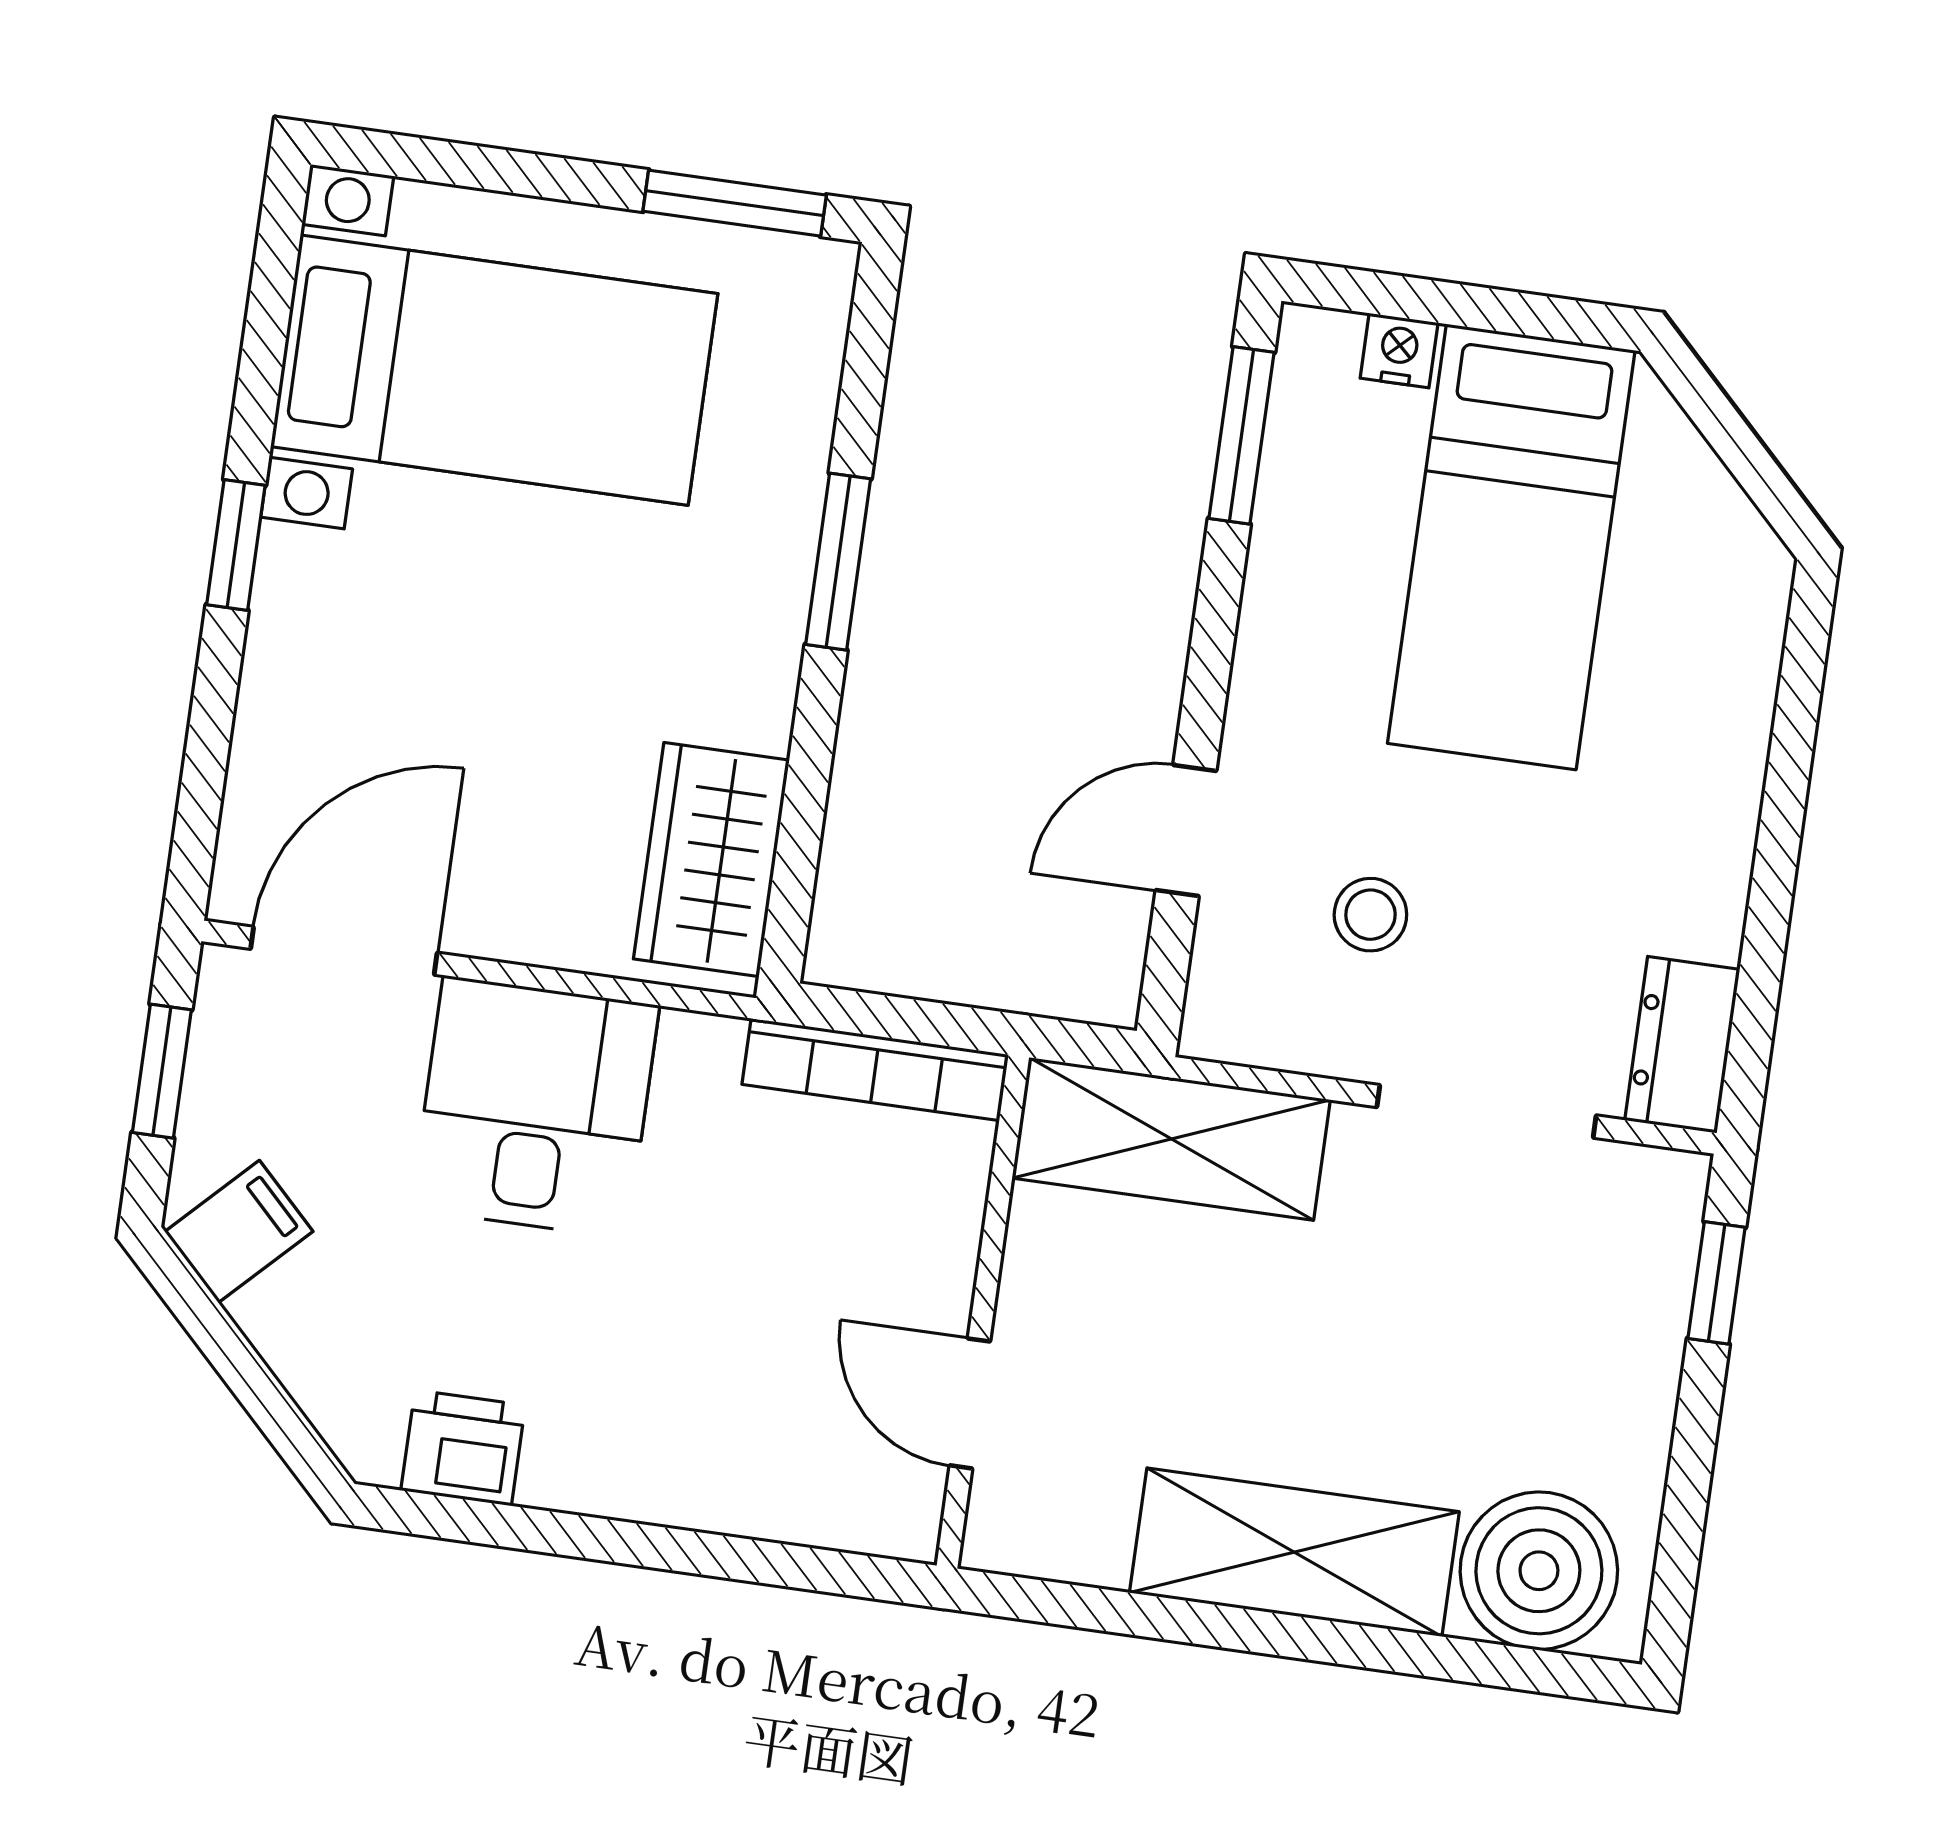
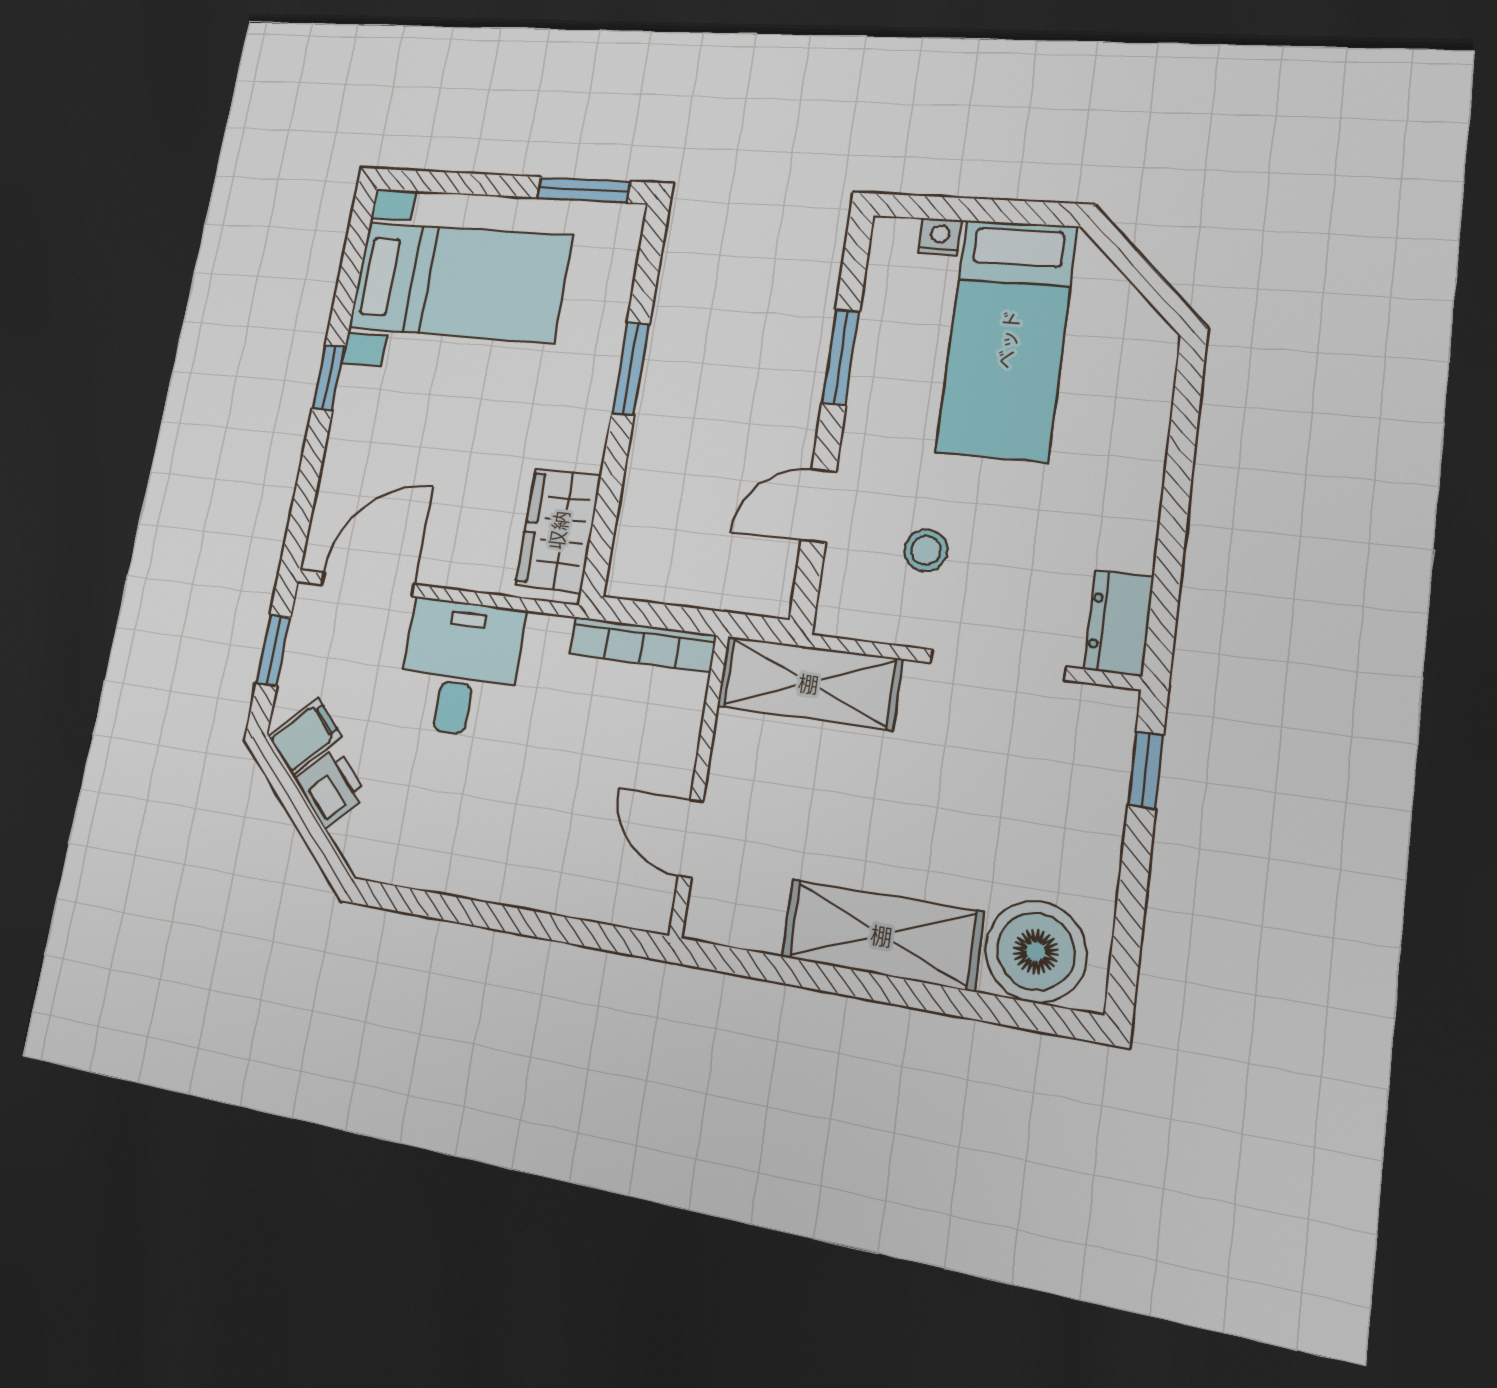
window: (1242, 435) -> (841, 357), moved
printer: (463, 1448) -> (331, 787), moved, turned 45

